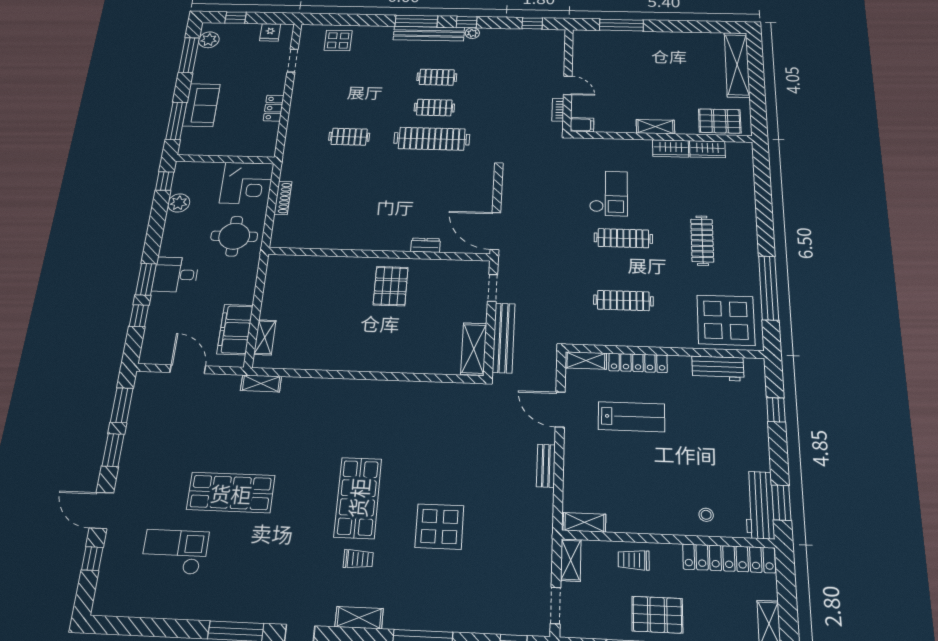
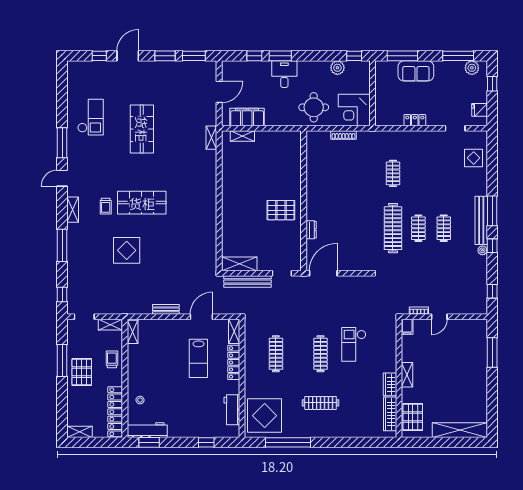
wardrobe: (707, 149) -> (390, 414), width x1.50
checkout: (609, 193) -> (354, 344), turned 90
checkout: (175, 552) -> (90, 117), moved

